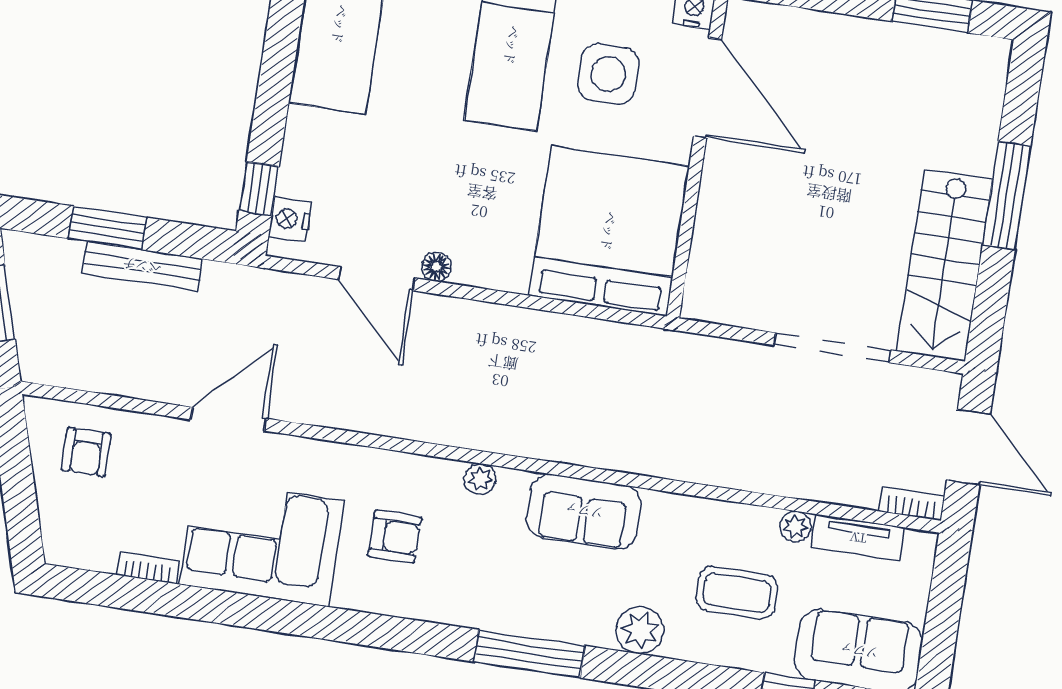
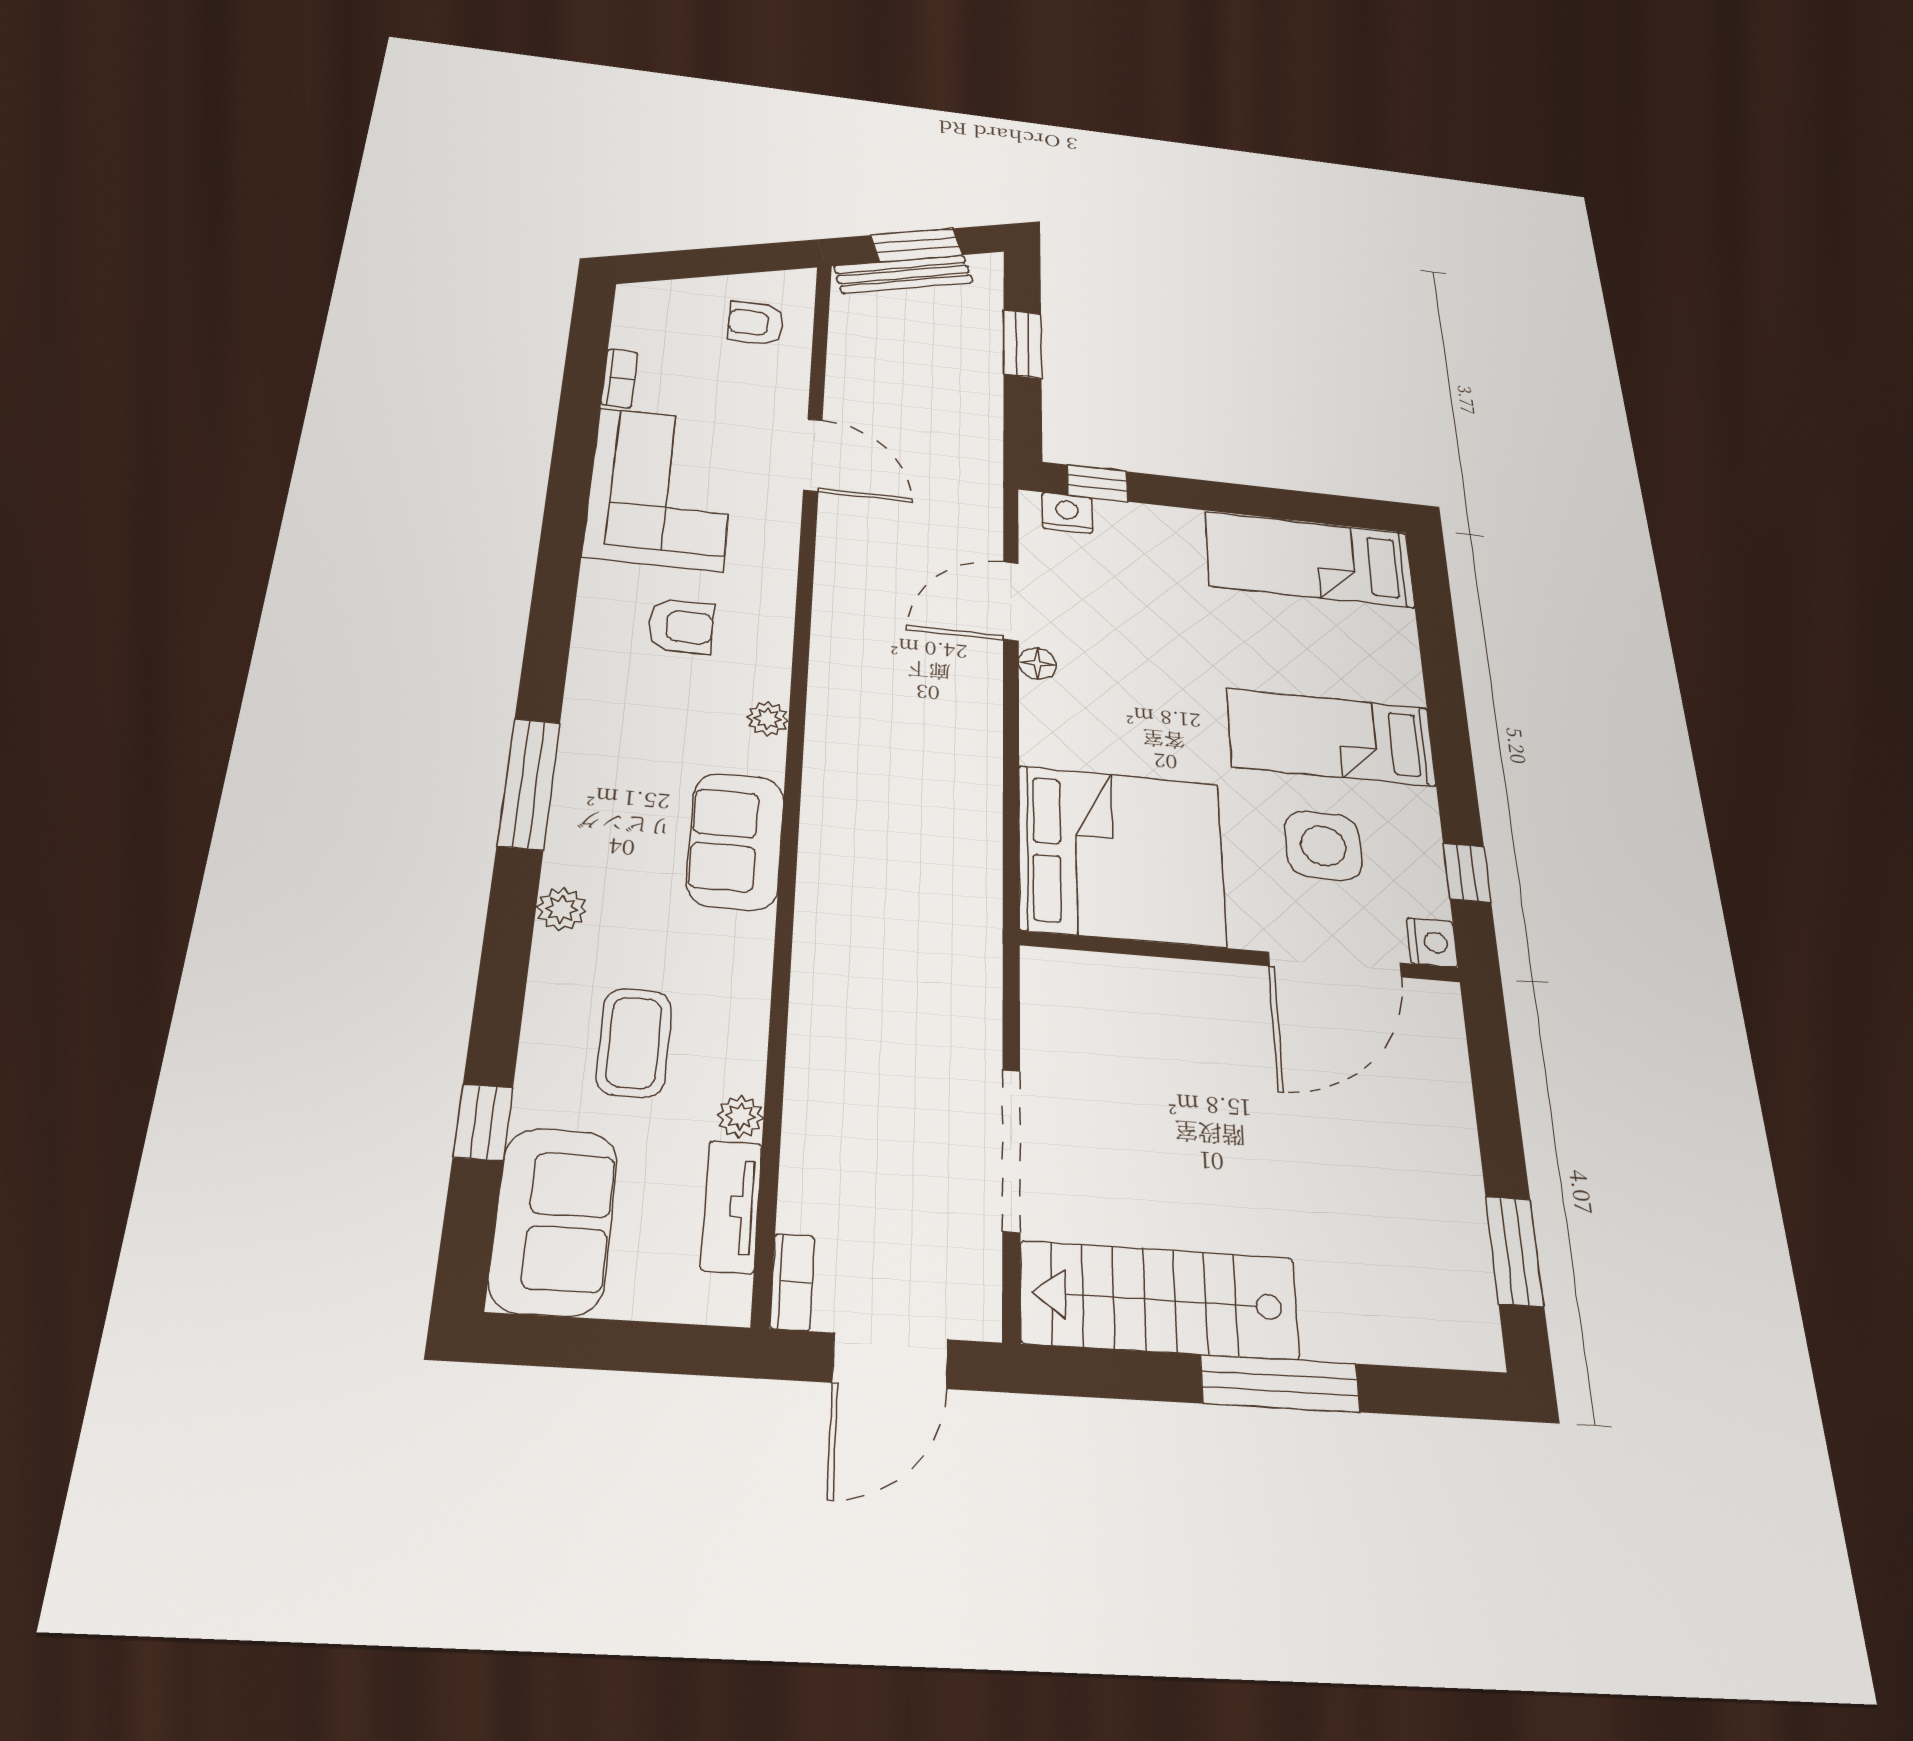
bench: (142, 266) -> (903, 274), moved, turned 74
armchair: (395, 537) -> (681, 626), turned -90
plant: (640, 630) -> (561, 909), width x0.73, depth x0.73

